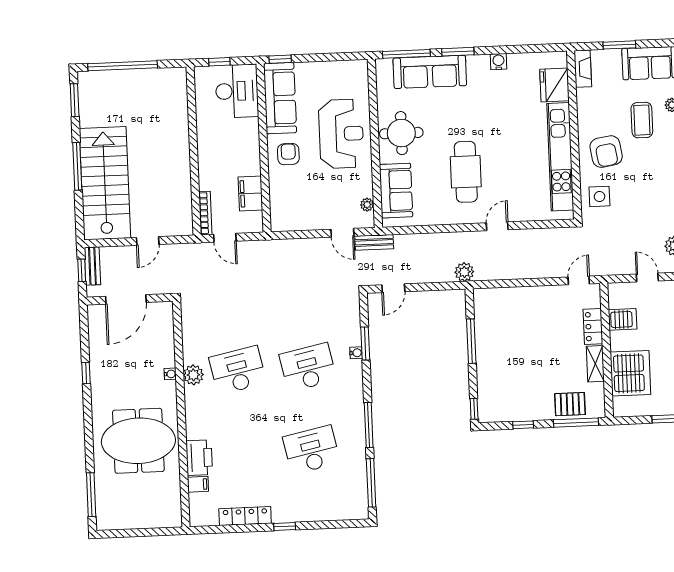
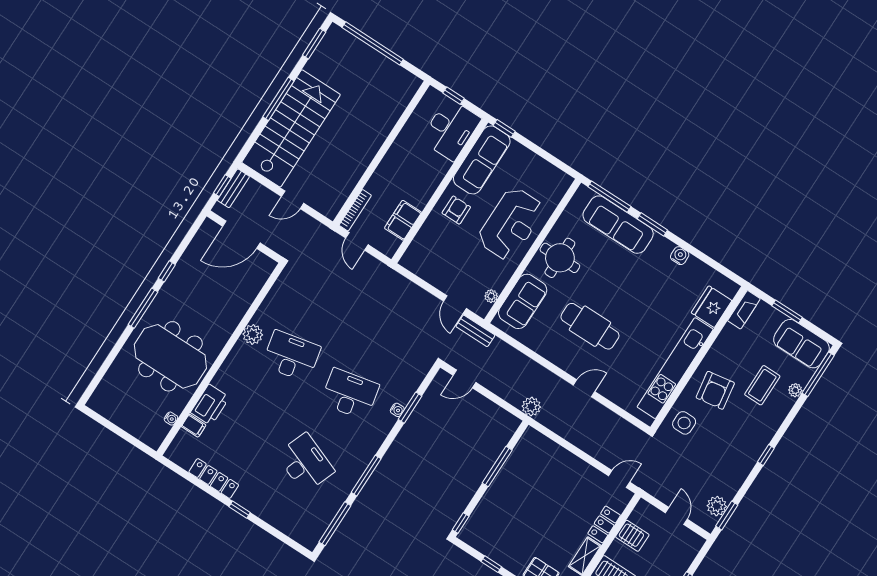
cafe table: (466, 172) -> (590, 326), turned 90
water cooler: (170, 374) -> (171, 419), moved
desk: (311, 450) -> (305, 463), turned 33
window: (91, 495) -> (143, 308), moved

